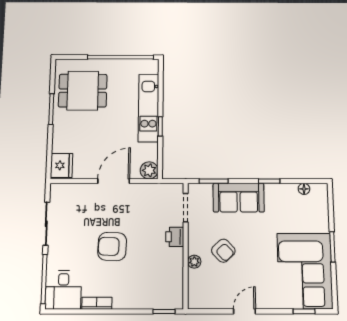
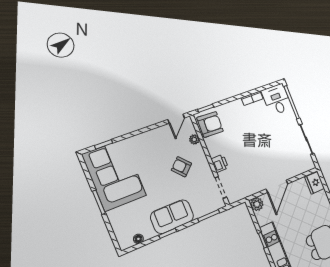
sofa: (239, 198) -> (172, 217), moved
armchair: (112, 246) -> (210, 124), moved
plant: (194, 262) -> (194, 139), moved
door: (245, 311) -> (176, 119), moved

